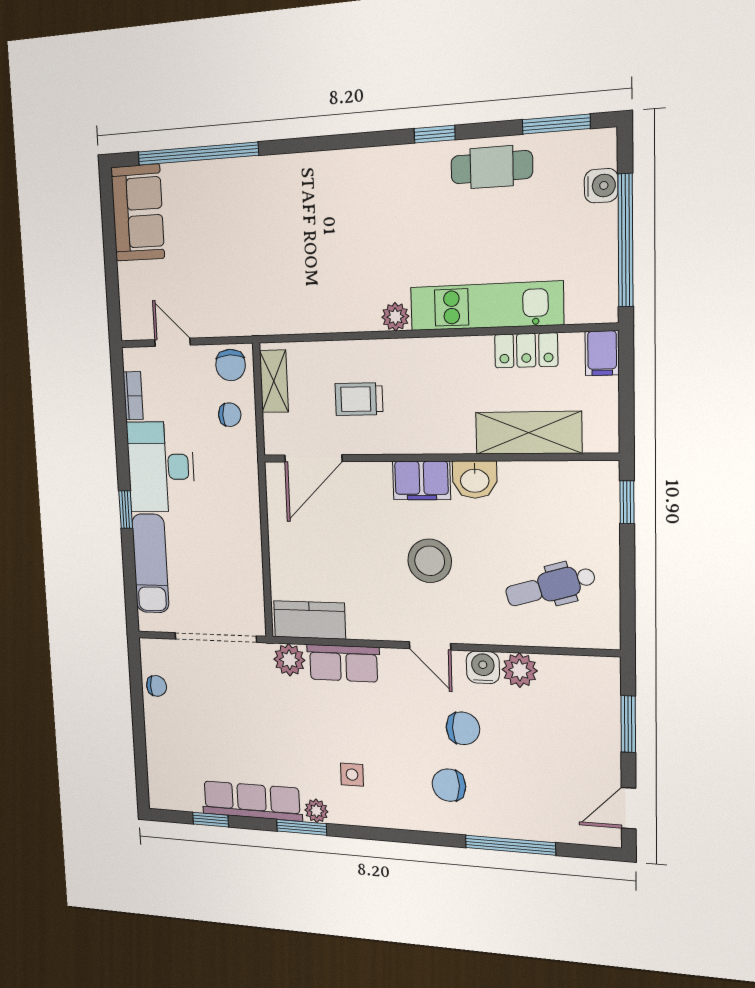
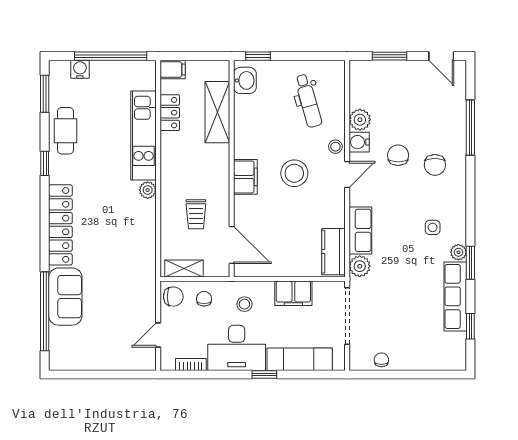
locker: (334, 170) -> (60, 225), added
sofa: (138, 213) -> (65, 297), moved, turned 90
stool: (225, 479) -> (244, 304), added
washbasin: (475, 480) -> (245, 80), moved
filing cabinet: (244, 556) -> (293, 293), added
stool: (474, 629) -> (335, 147), added

